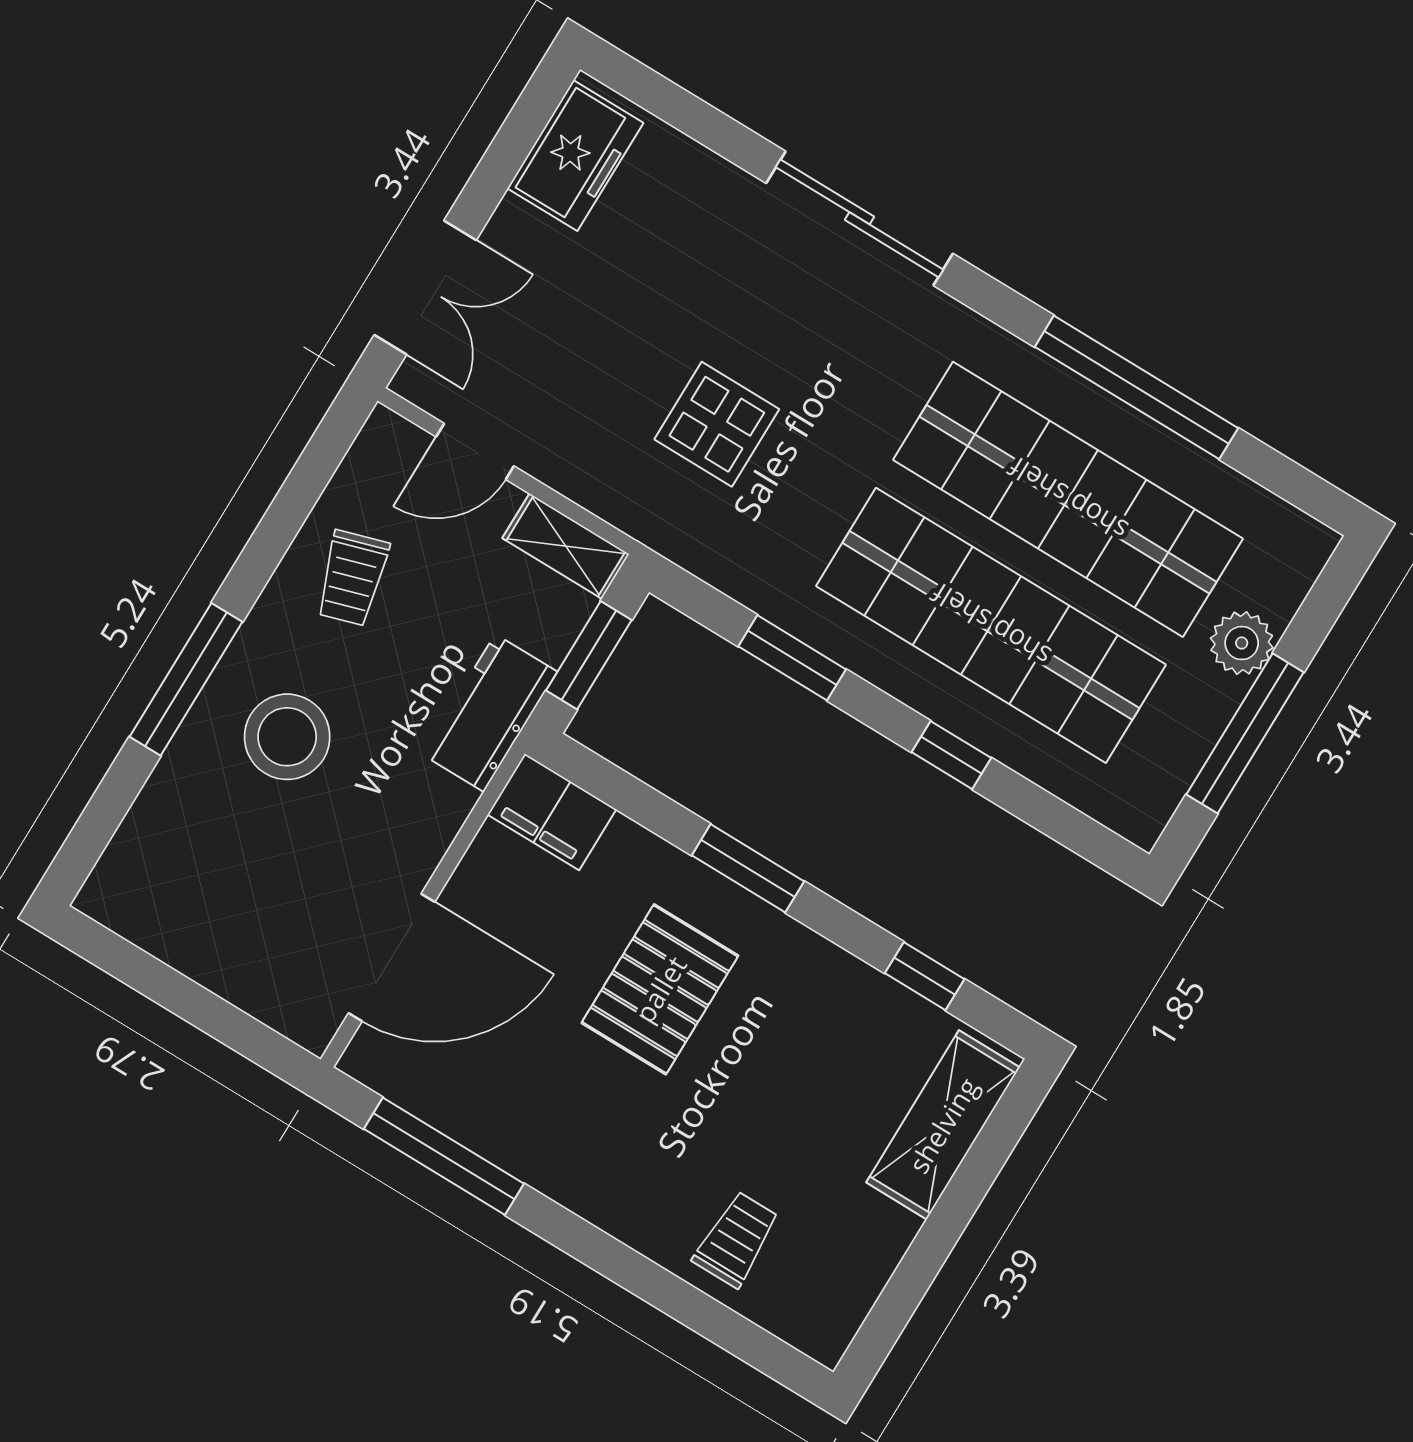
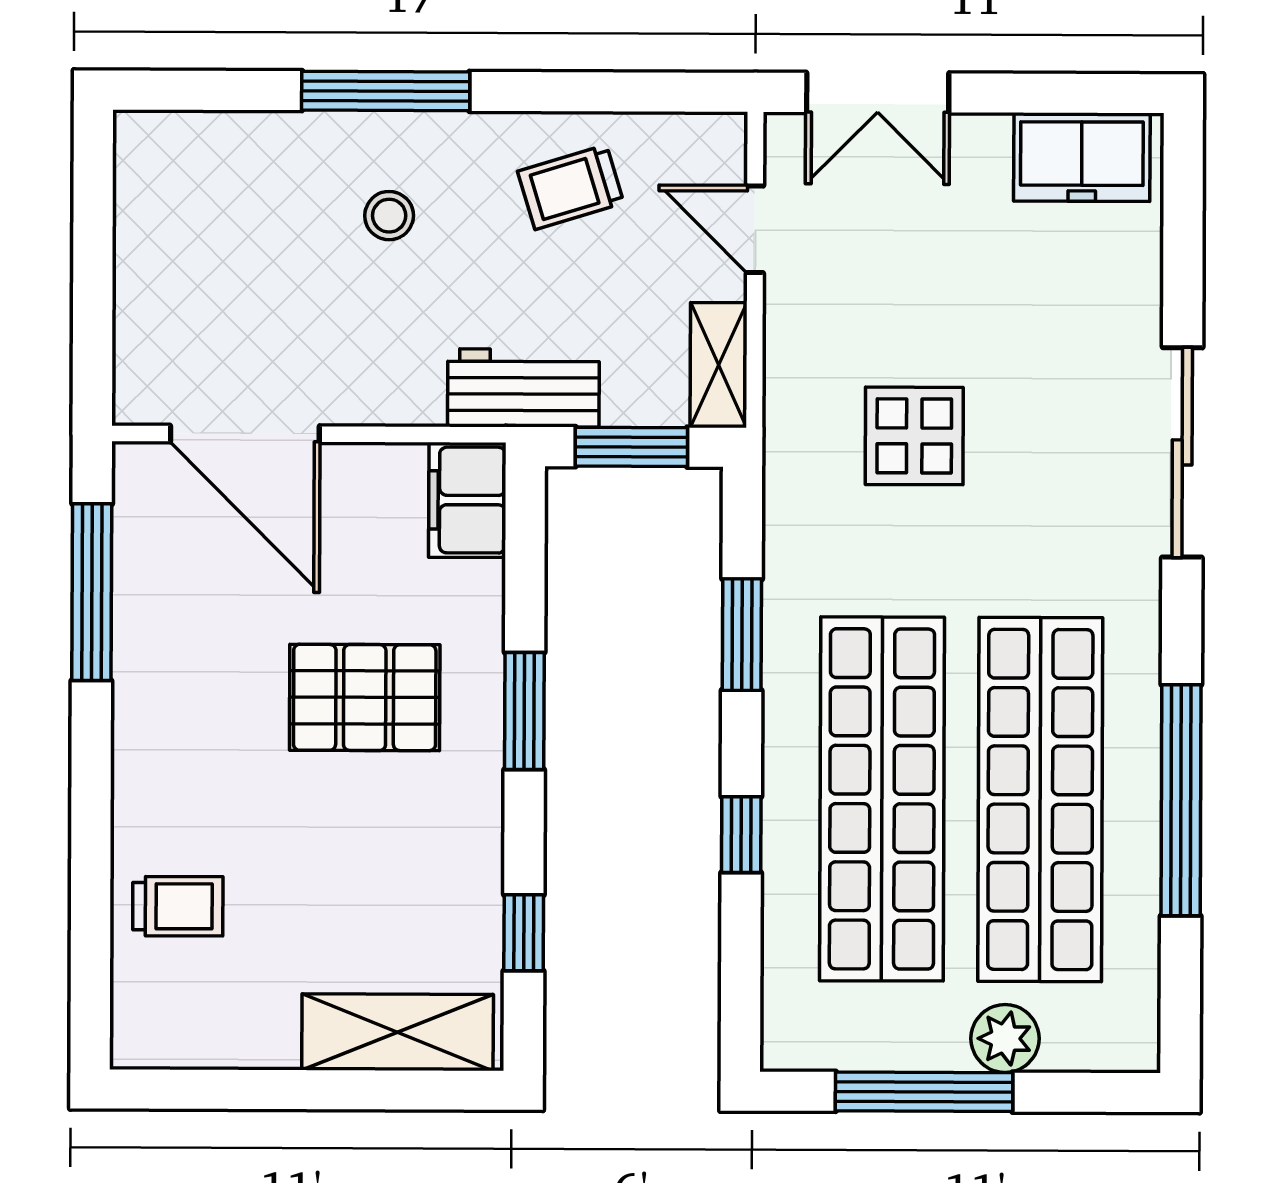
stool: (287, 737) -> (389, 216), width x0.53, depth x0.53

